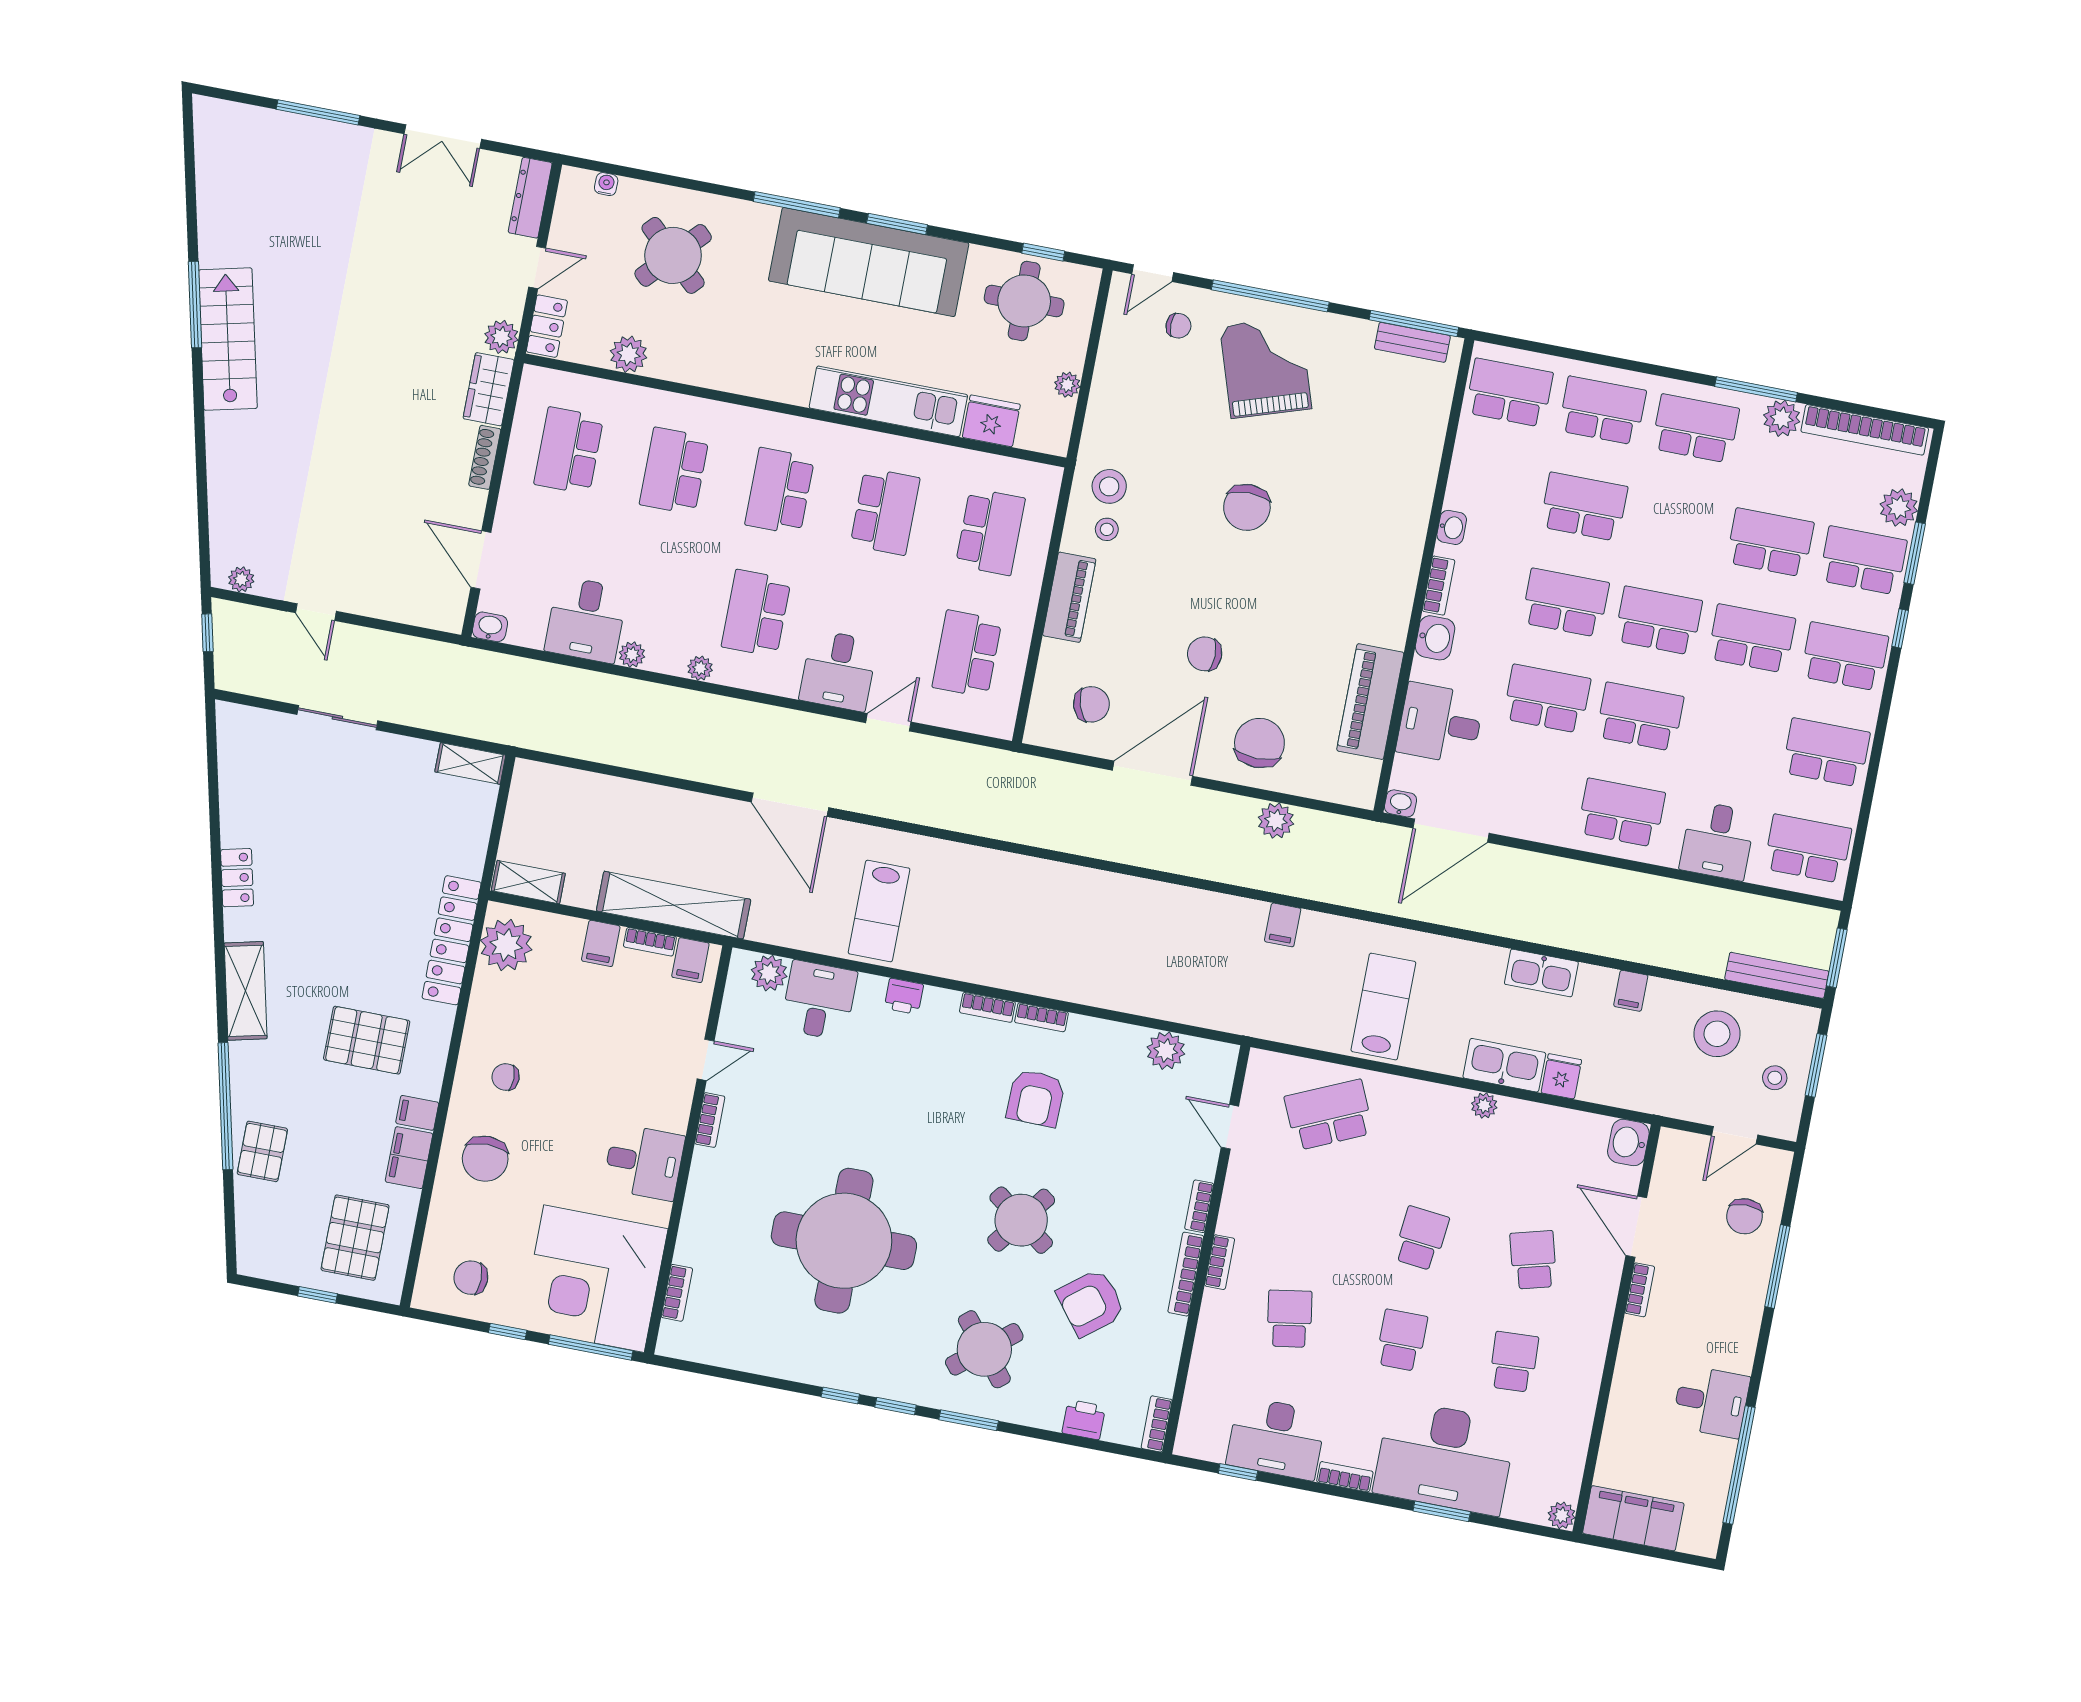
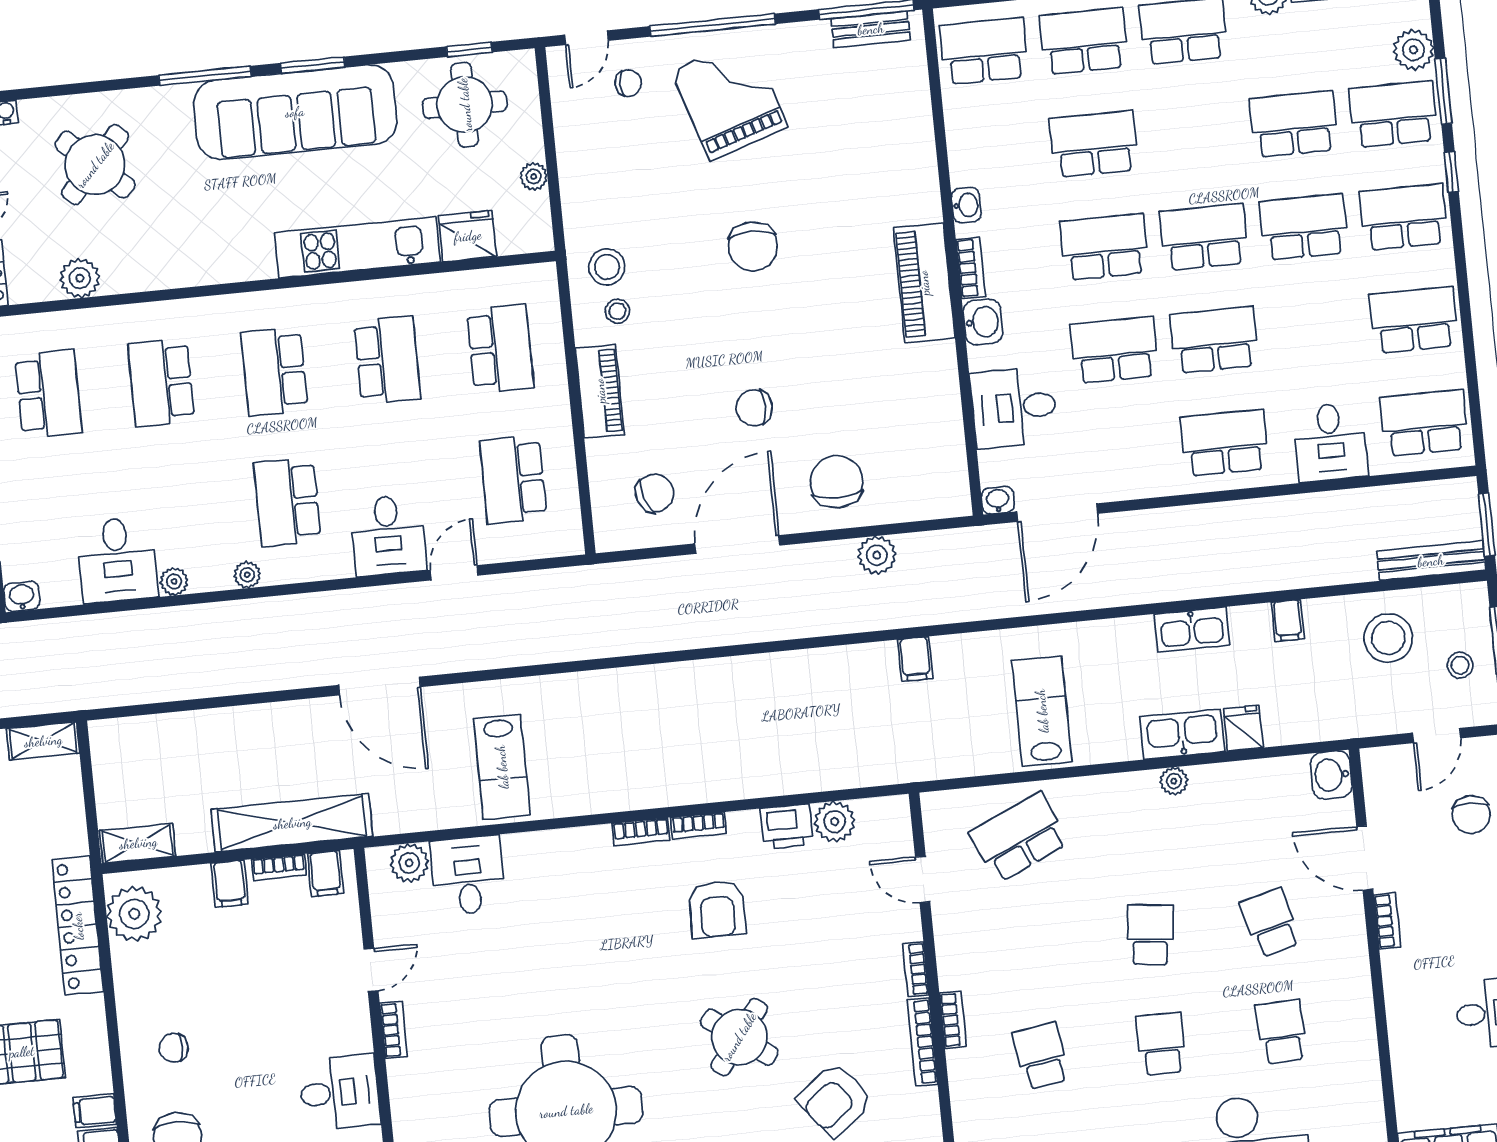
school desk: (569, 451) -> (48, 394), turned 180
piano: (1370, 702) -> (924, 283), moved
printer: (904, 996) -> (787, 826), moved, width x1.36, depth x1.24

